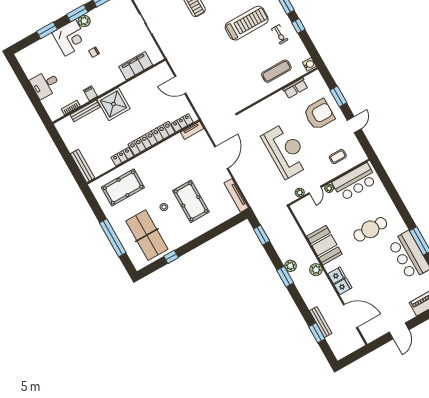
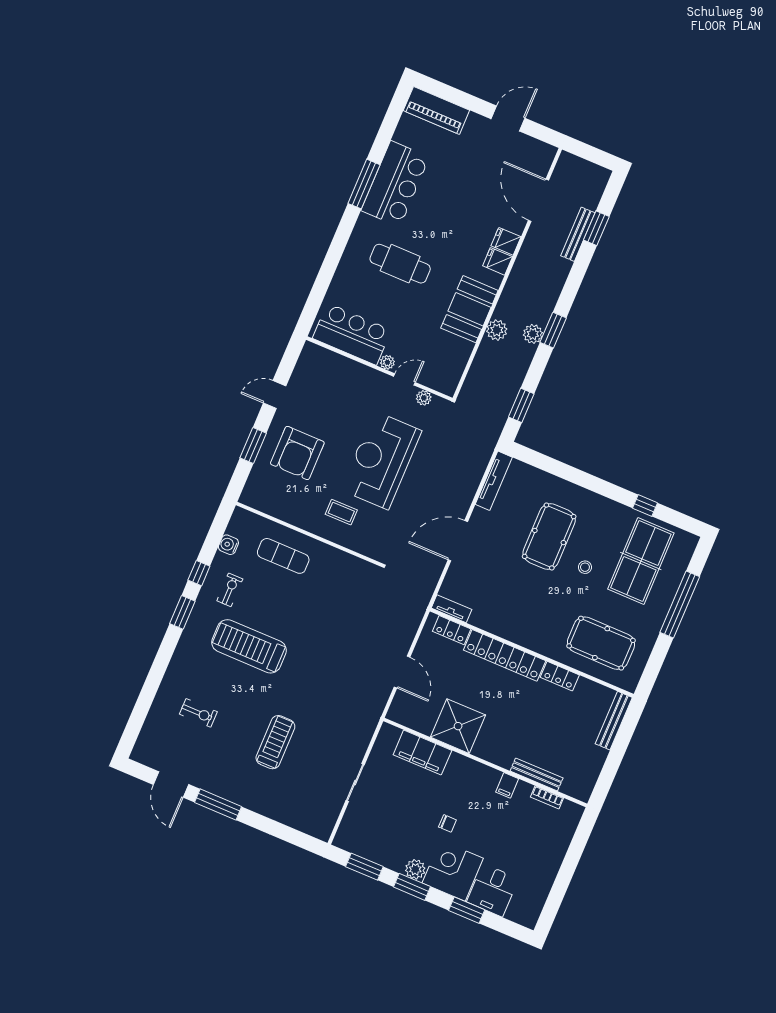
water cooler: (309, 64) -> (228, 545), moved
desk: (45, 84) -> (493, 890), moved, turned 90
row of seats: (295, 88) -> (286, 512), removed
shower: (114, 104) -> (458, 726), moved
armchair: (319, 114) -> (297, 453), turned -90
coffee table: (338, 157) -> (341, 512), moved
plant: (316, 270) -> (497, 330), moved

